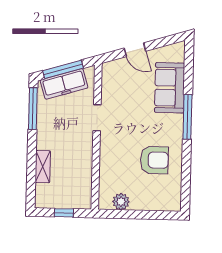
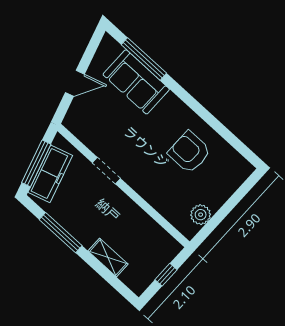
window: (33, 109) -> (61, 233), moved
window: (187, 117) -> (144, 59), moved
armchair: (154, 160) -> (189, 152), turned -90

